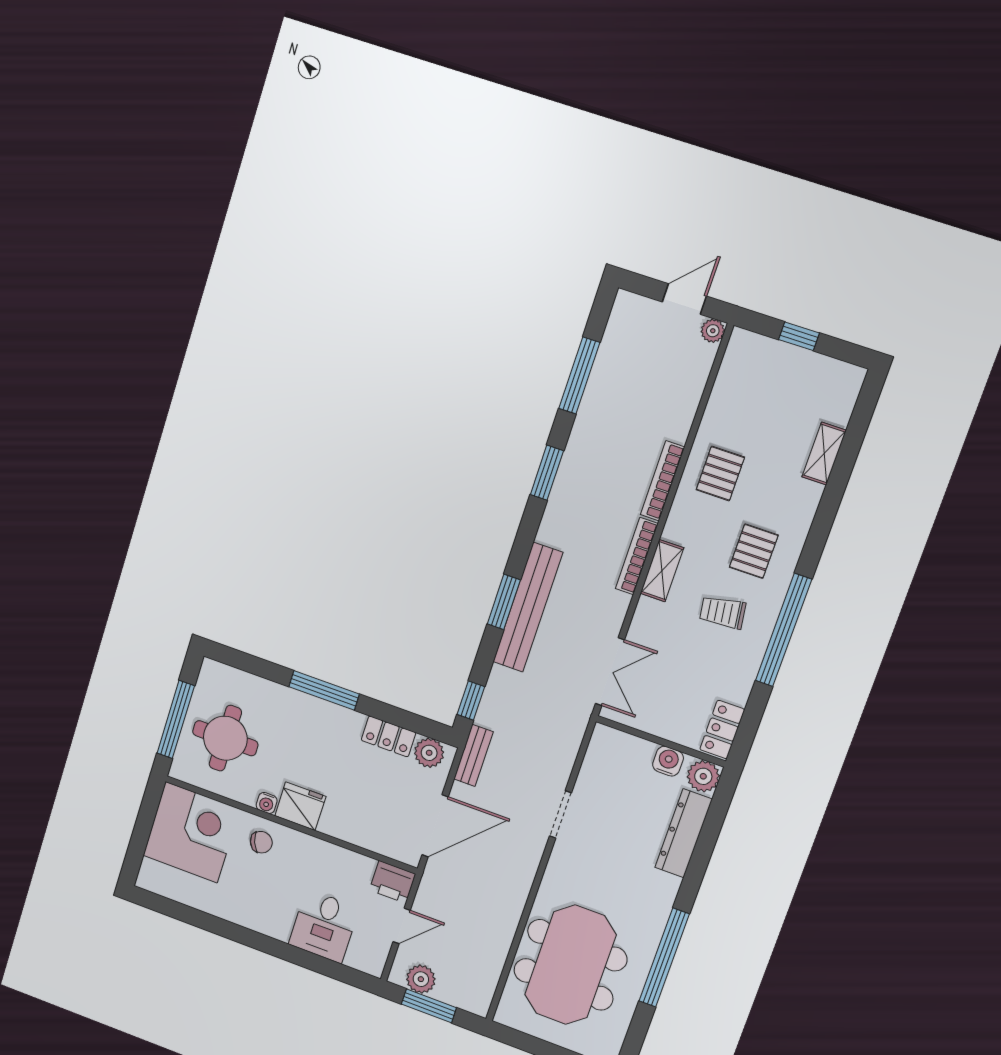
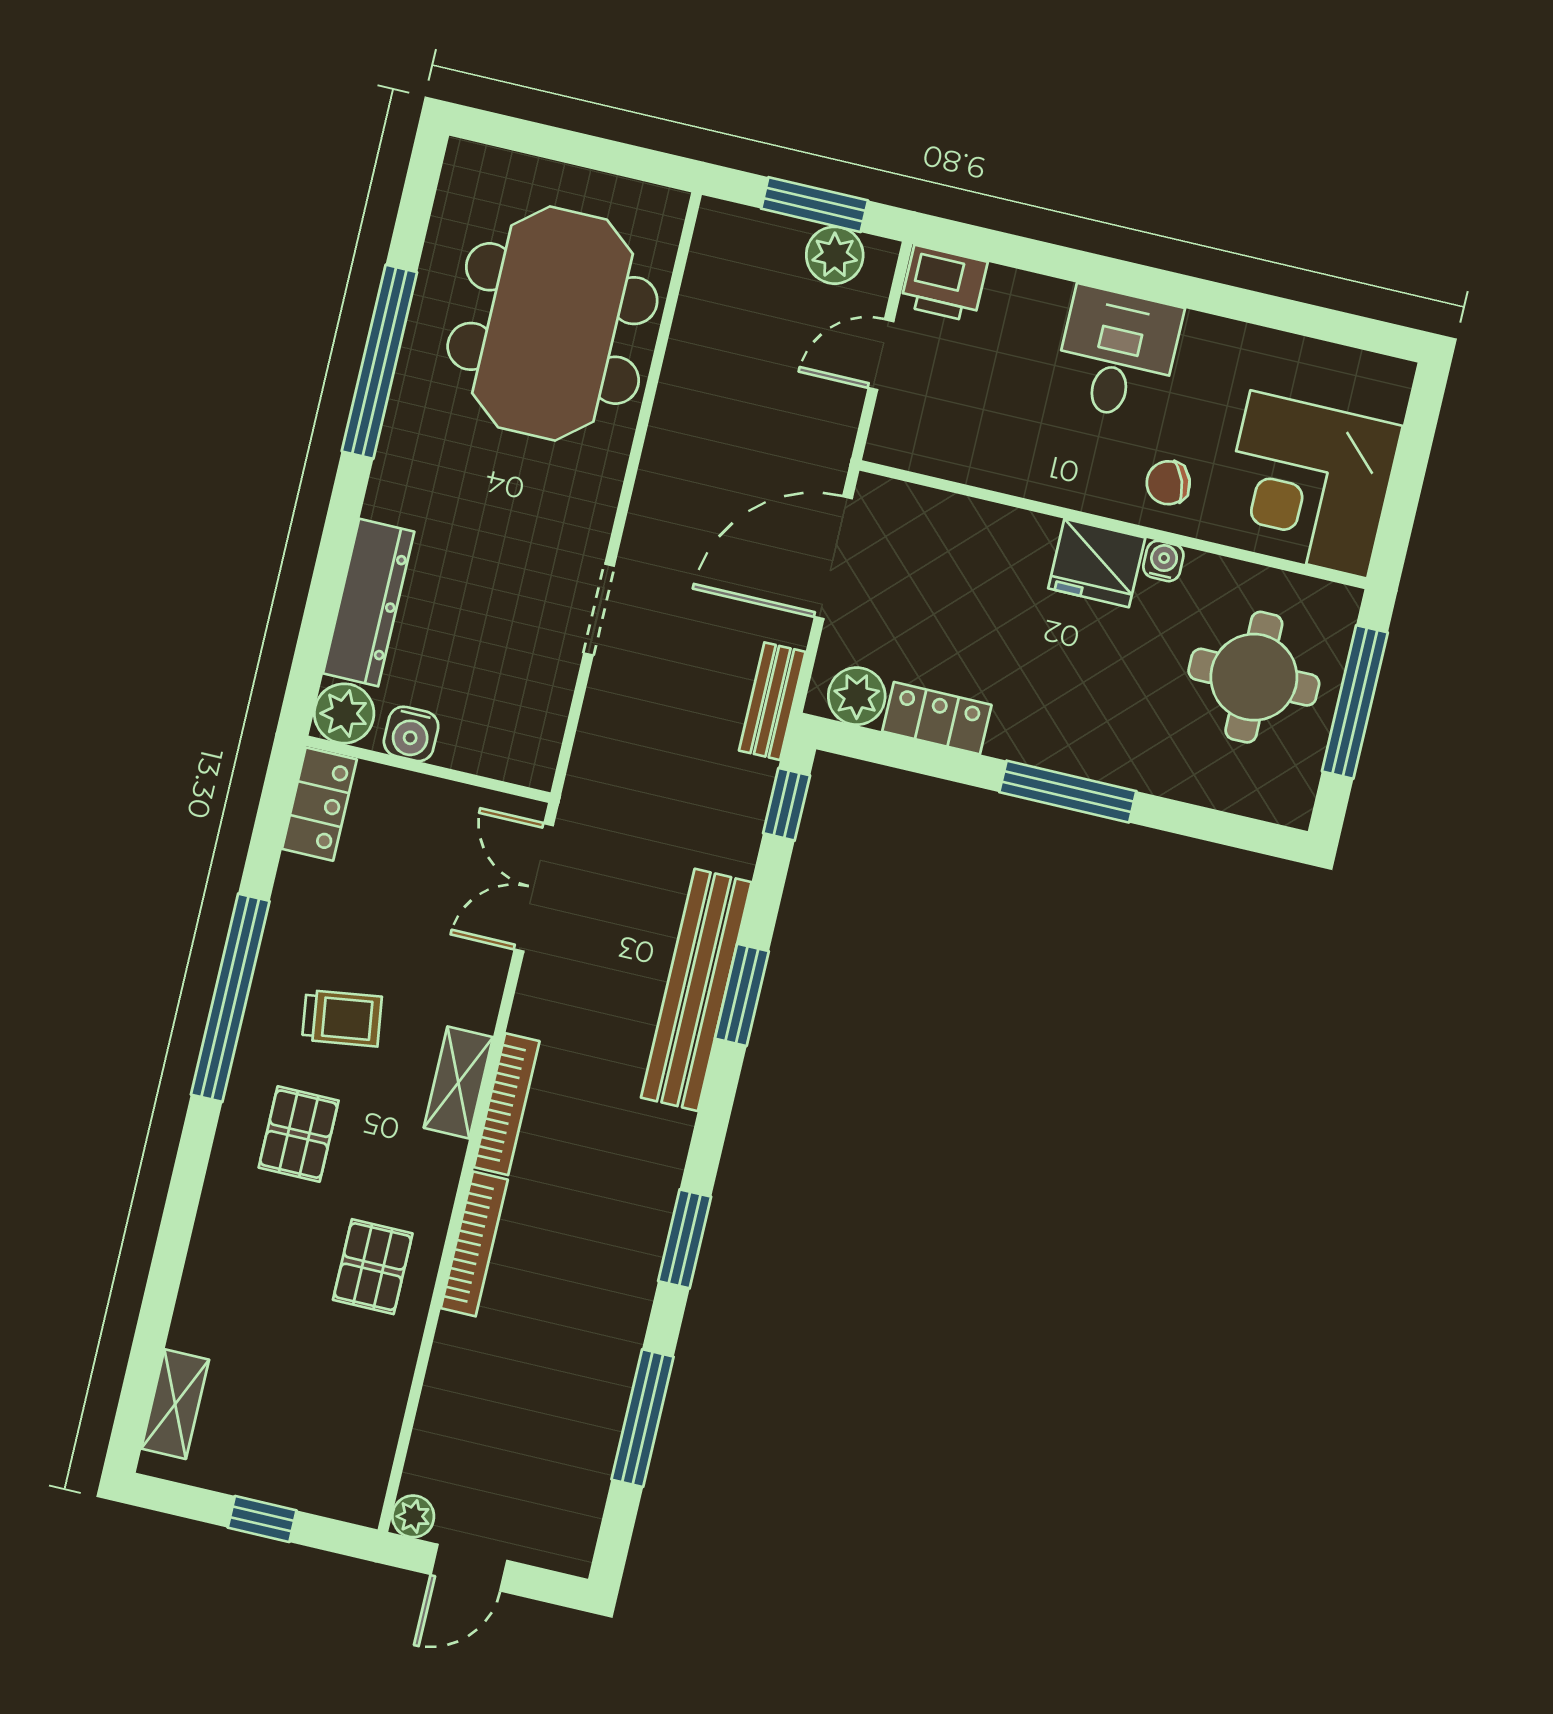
shelving: (824, 454) -> (175, 1404), moved
printer: (393, 882) -> (944, 284), moved, turned 180
desk: (324, 926) -> (1117, 354), moved

